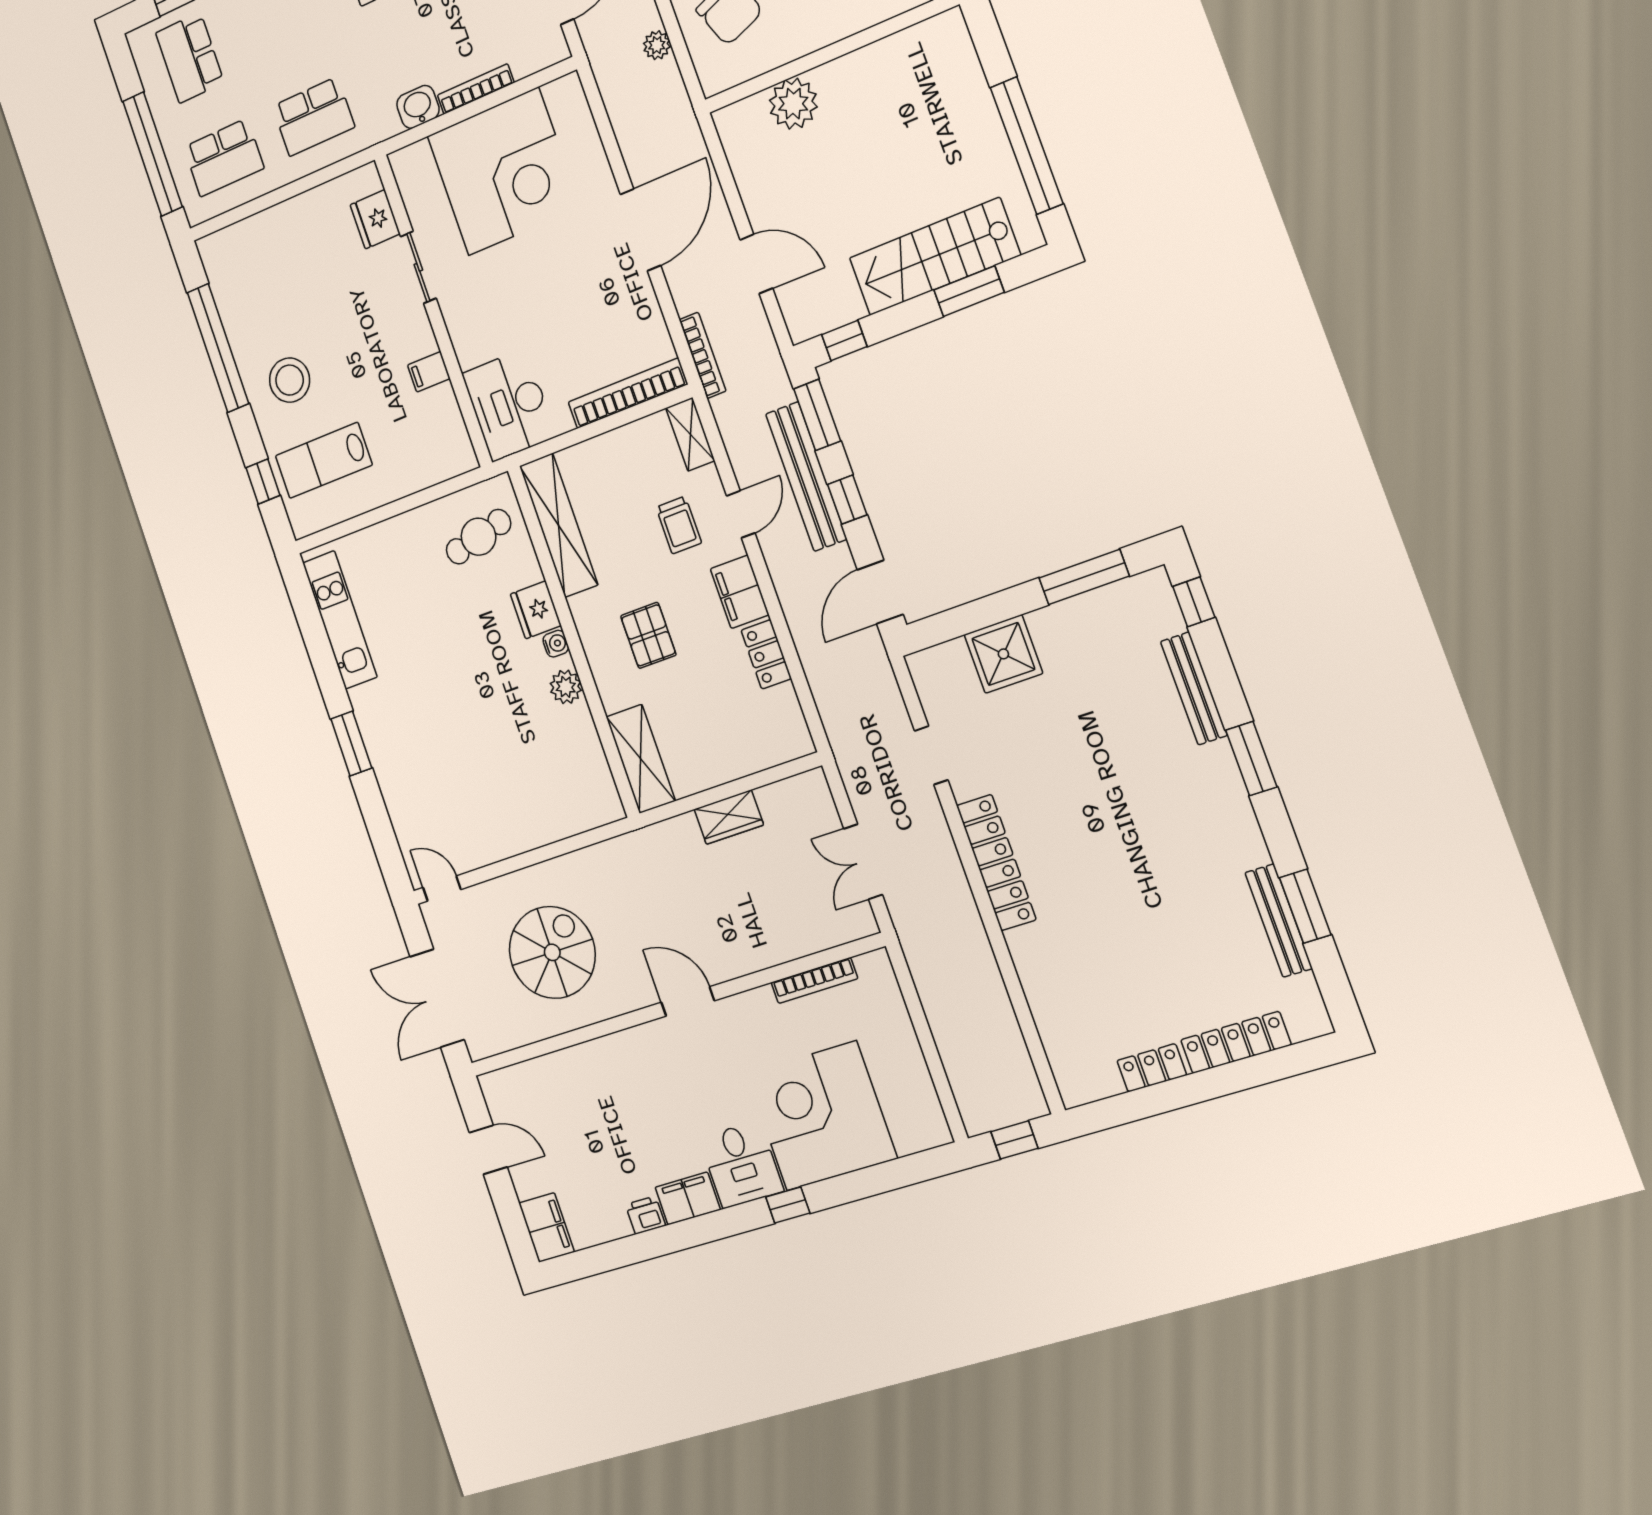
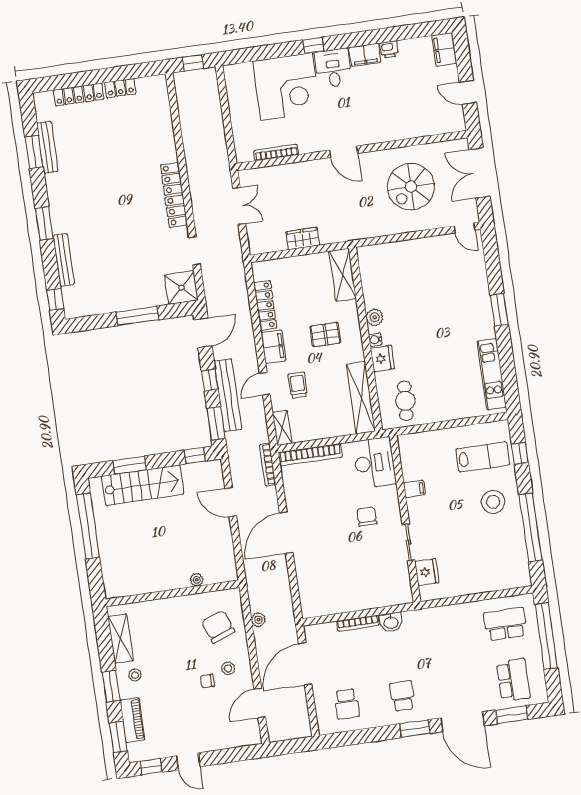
plant: (793, 104) -> (197, 580), width x0.53, depth x0.53
school desk: (313, 117) -> (450, 632), removed
corner desk: (503, 171) -> (352, 579), removed
chair: (501, 298) -> (367, 517), added
cafe table: (478, 537) -> (405, 401), turned -73
window: (1084, 577) -> (137, 316), moved
pallet: (648, 635) -> (325, 334), turned 90
locker: (766, 654) -> (265, 305), width x1.53
shower: (1003, 654) -> (181, 288), moved
double door: (437, 998) -> (479, 173), swing flipped

